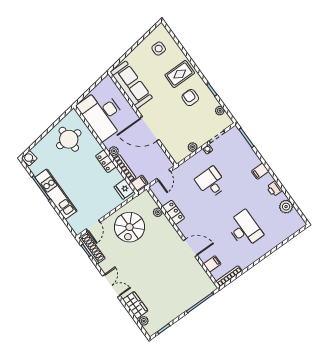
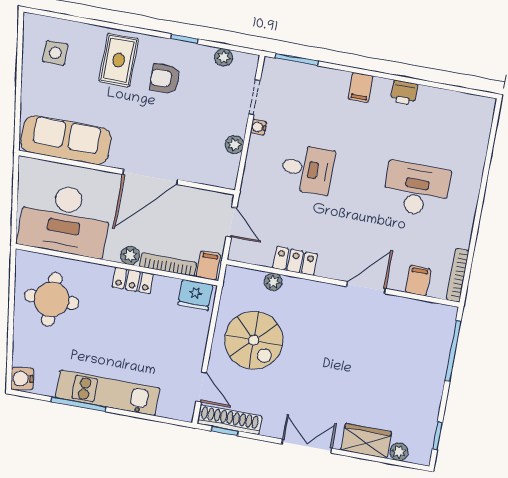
desk: (211, 183) -> (307, 169), turned 180
plant: (286, 207) -> (444, 102), removed

